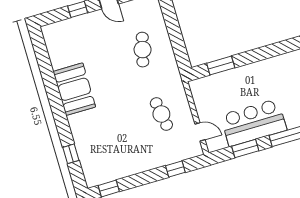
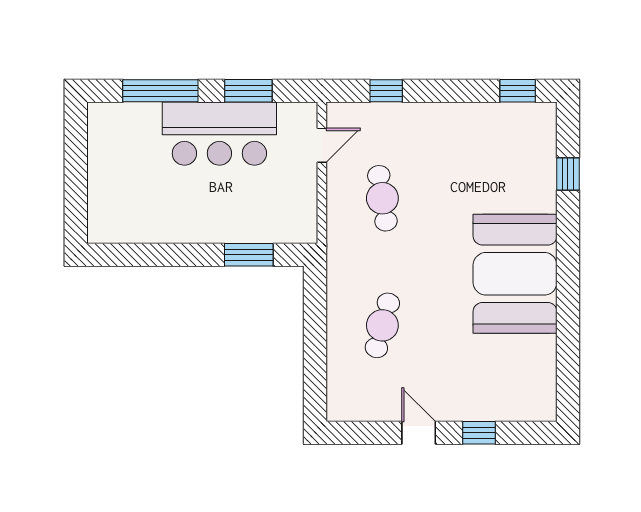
booth: (74, 89) -> (515, 274), width x1.36, depth x1.42
door: (200, 132) -> (322, 145), swing flipped

